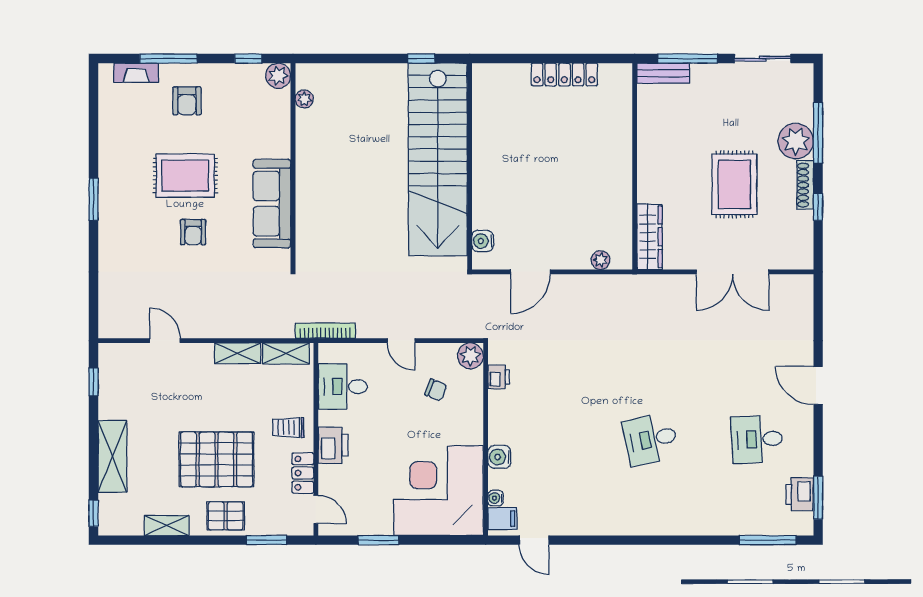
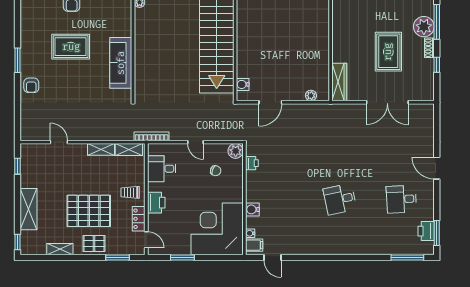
shoe rack: (805, 185) -> (429, 48), width x0.70
armchair: (193, 232) -> (31, 85), moved

